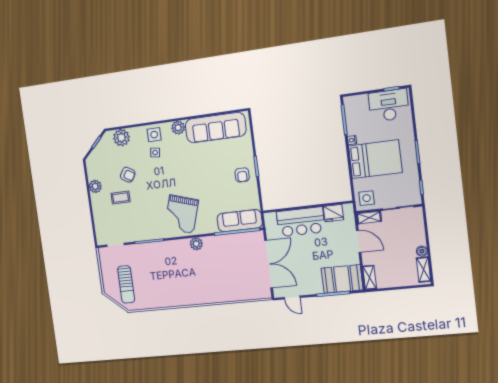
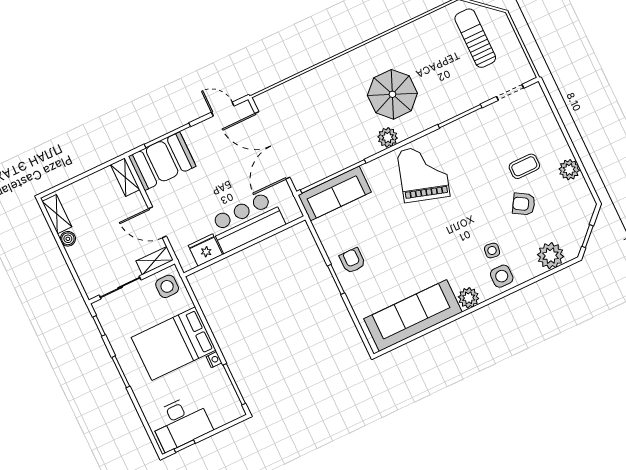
parasol: (185, 269) -> (392, 94), added

